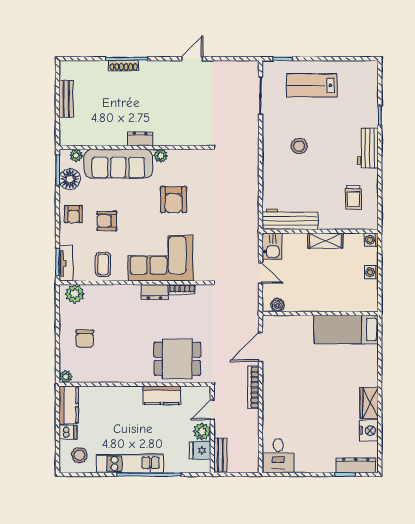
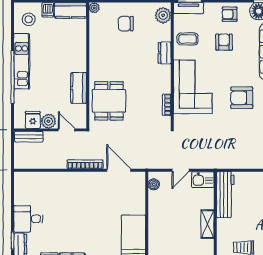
dresser: (154, 292) -> (165, 53), moved
desk: (278, 456) -> (28, 219), moved

